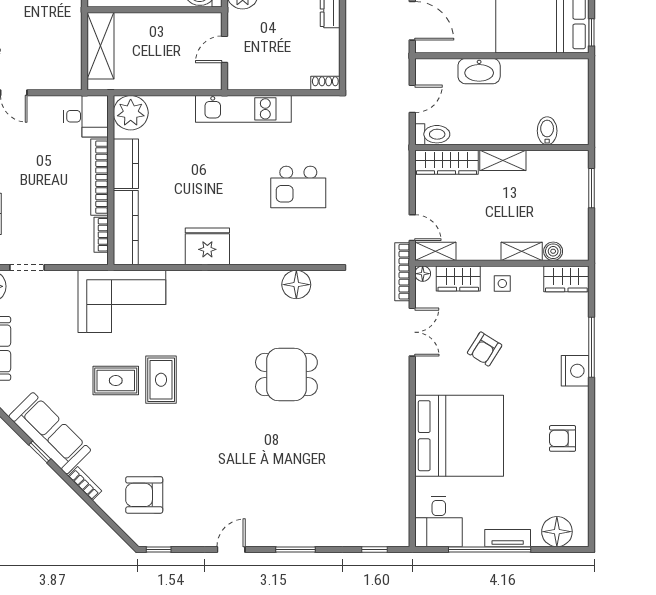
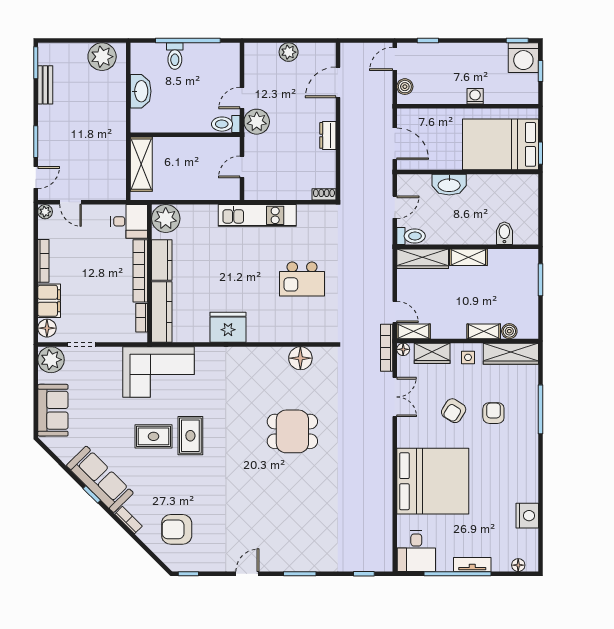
wardrobe: (566, 279) -> (511, 354), width x1.50
nightstand: (575, 371) -> (527, 516), moved
armchair: (563, 438) -> (493, 413), moved, turned 90
floor lamp: (557, 532) -> (518, 565), width x0.53, depth x0.53

